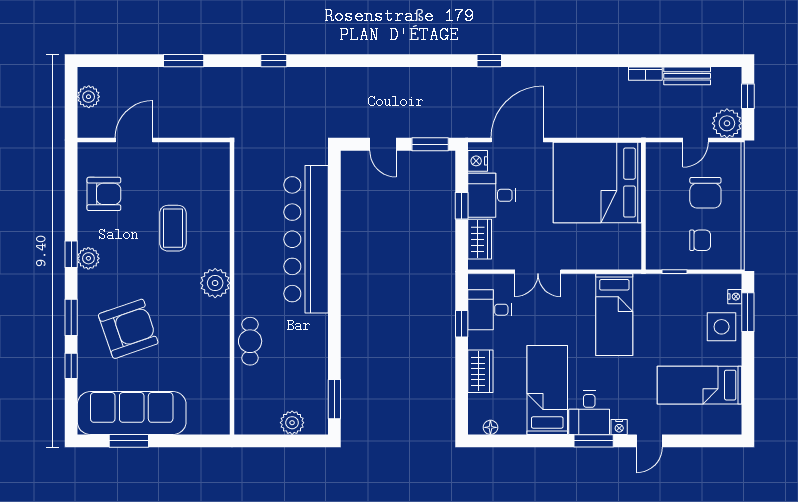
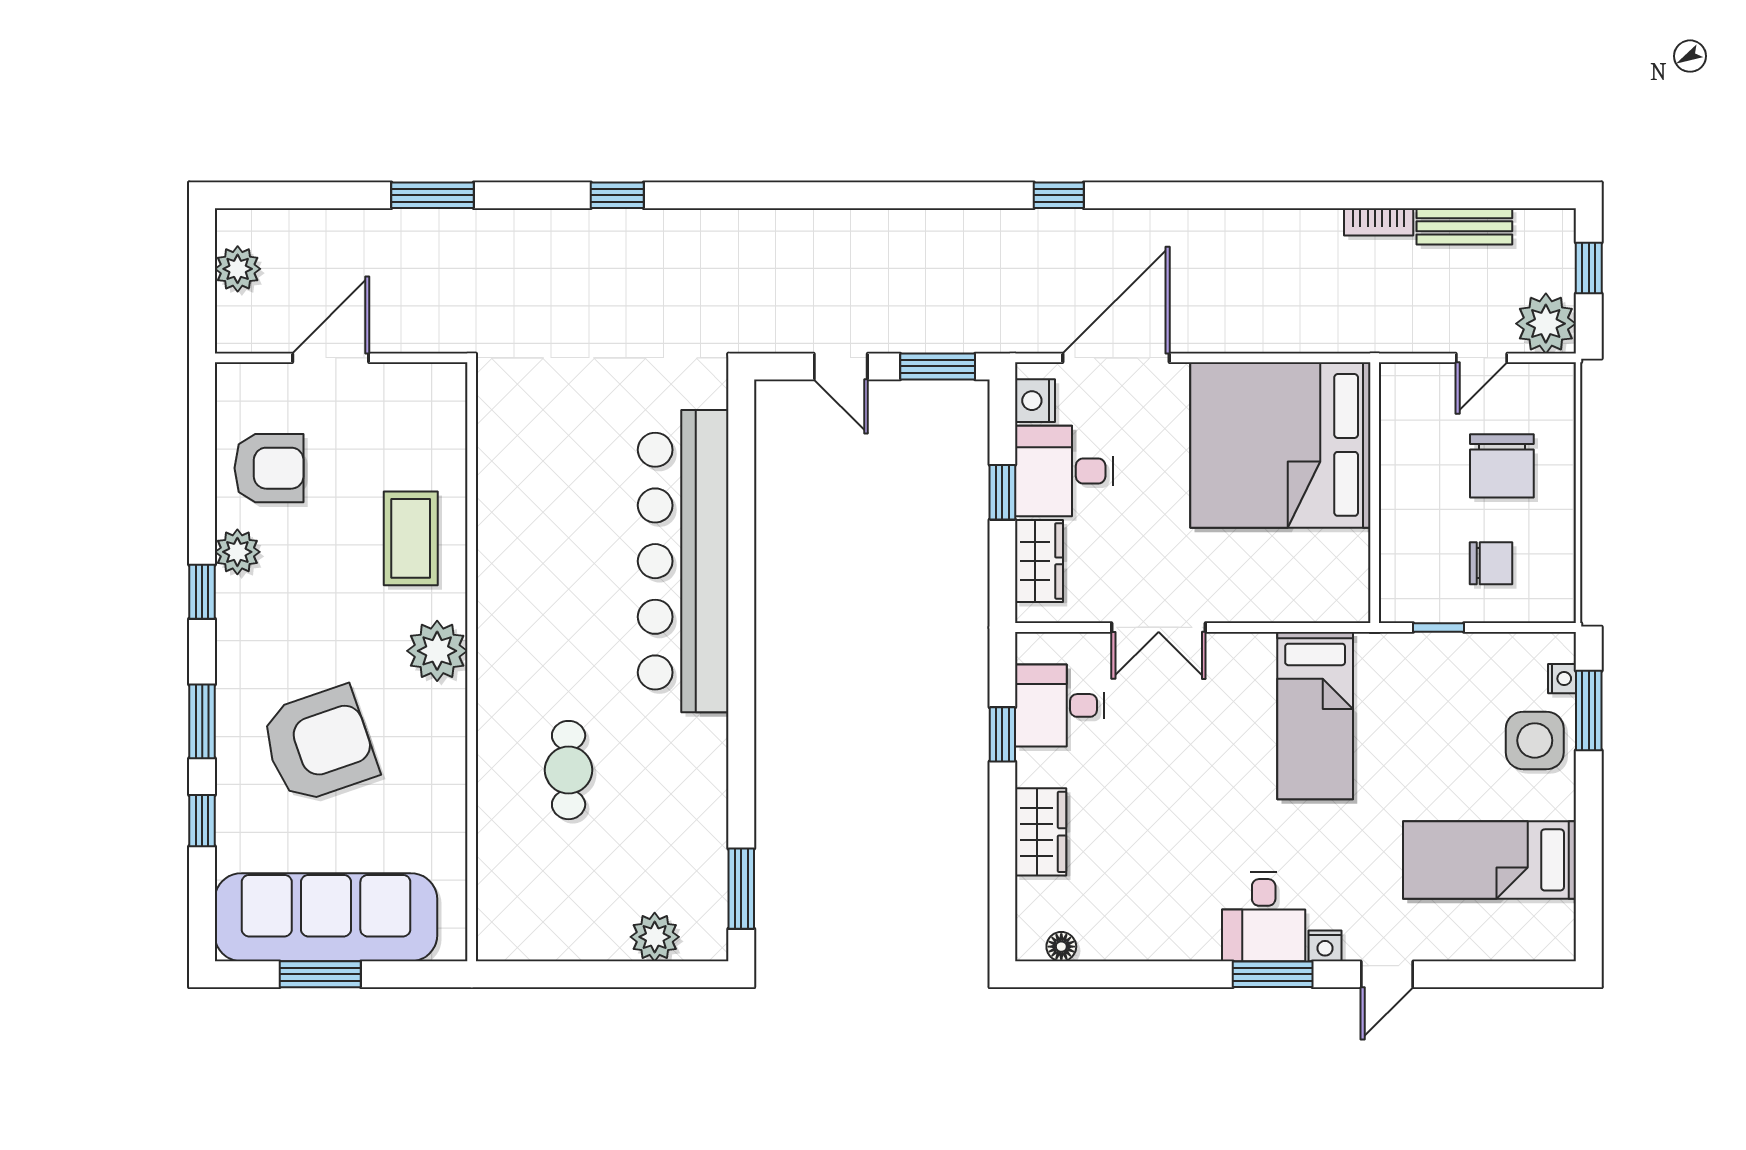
plant: (88, 258) -> (237, 552), moved
plant: (215, 283) -> (437, 651), moved
wall: (232, 288) -> (472, 662), moved
bed: (547, 390) -> (1178, 870), removed

